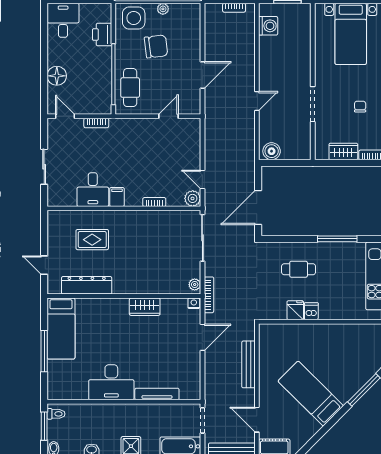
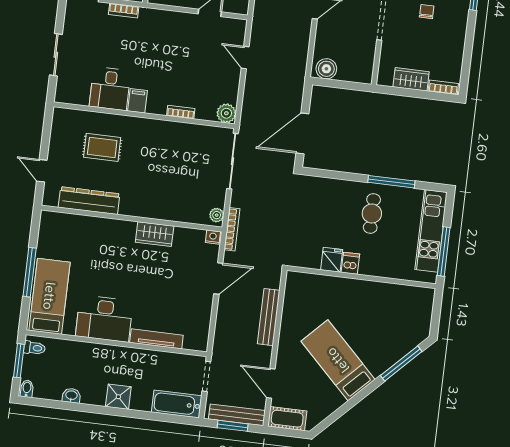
chair: (360, 107) -> (427, 12), moved
door: (202, 180) -> (245, 58), moved
cafe table: (299, 269) -> (372, 213), moved, turned 90
bed: (61, 329) -> (49, 296), moved, turned 180

